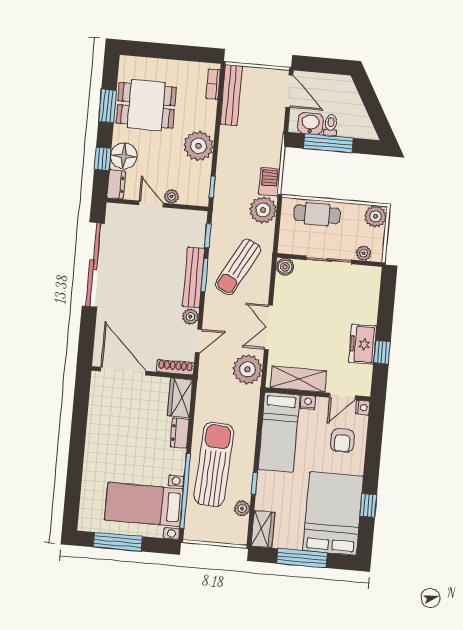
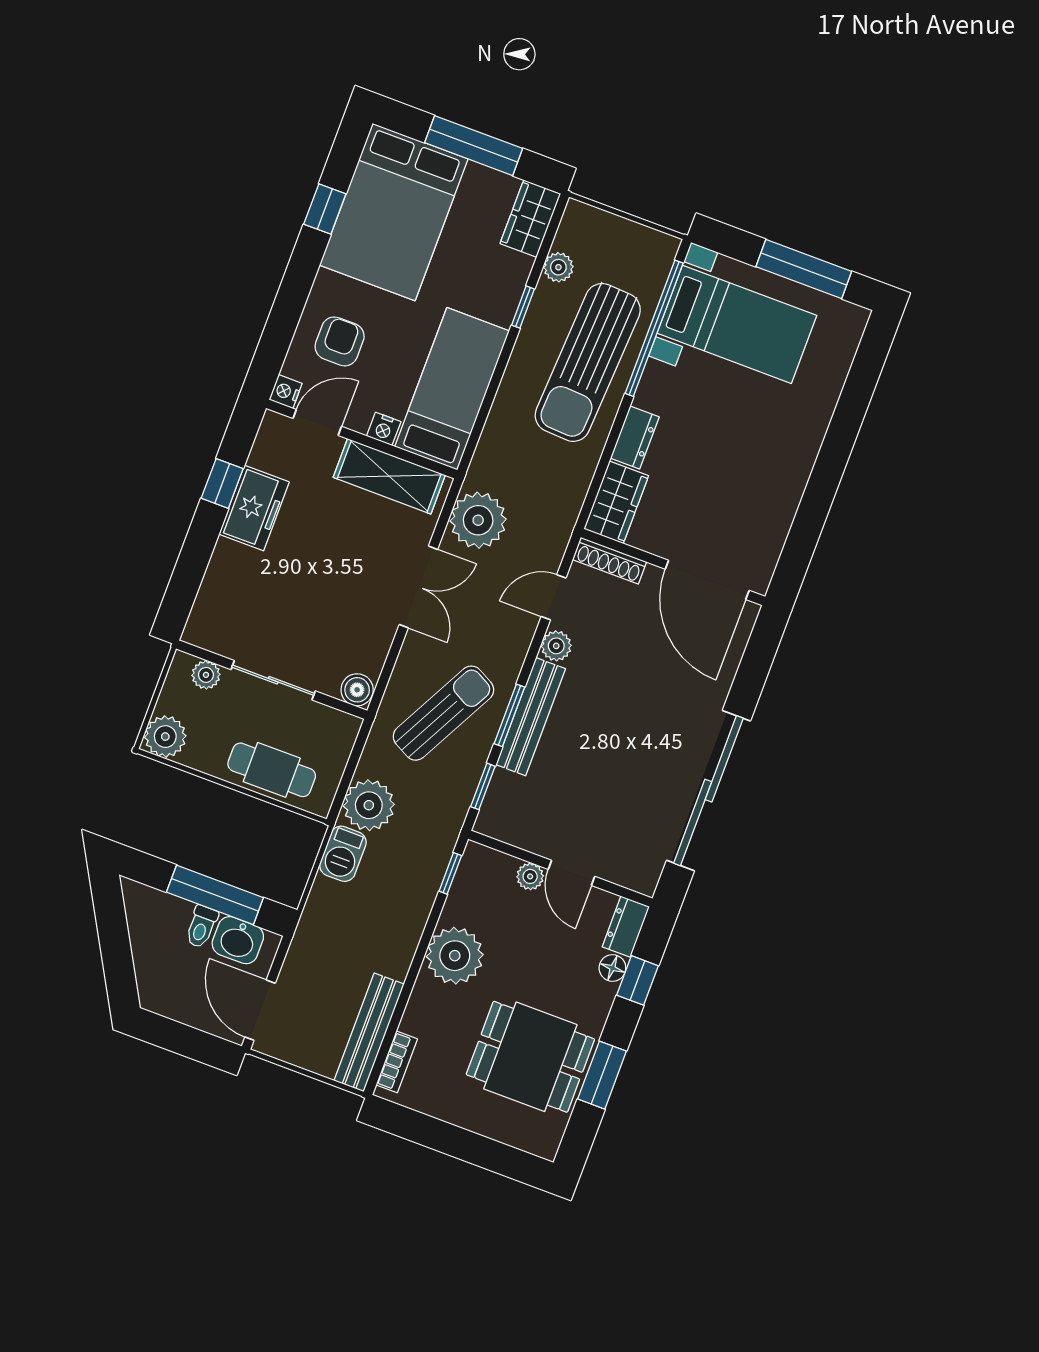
floor lamp: (124, 156) -> (612, 968), width x0.53, depth x0.53

